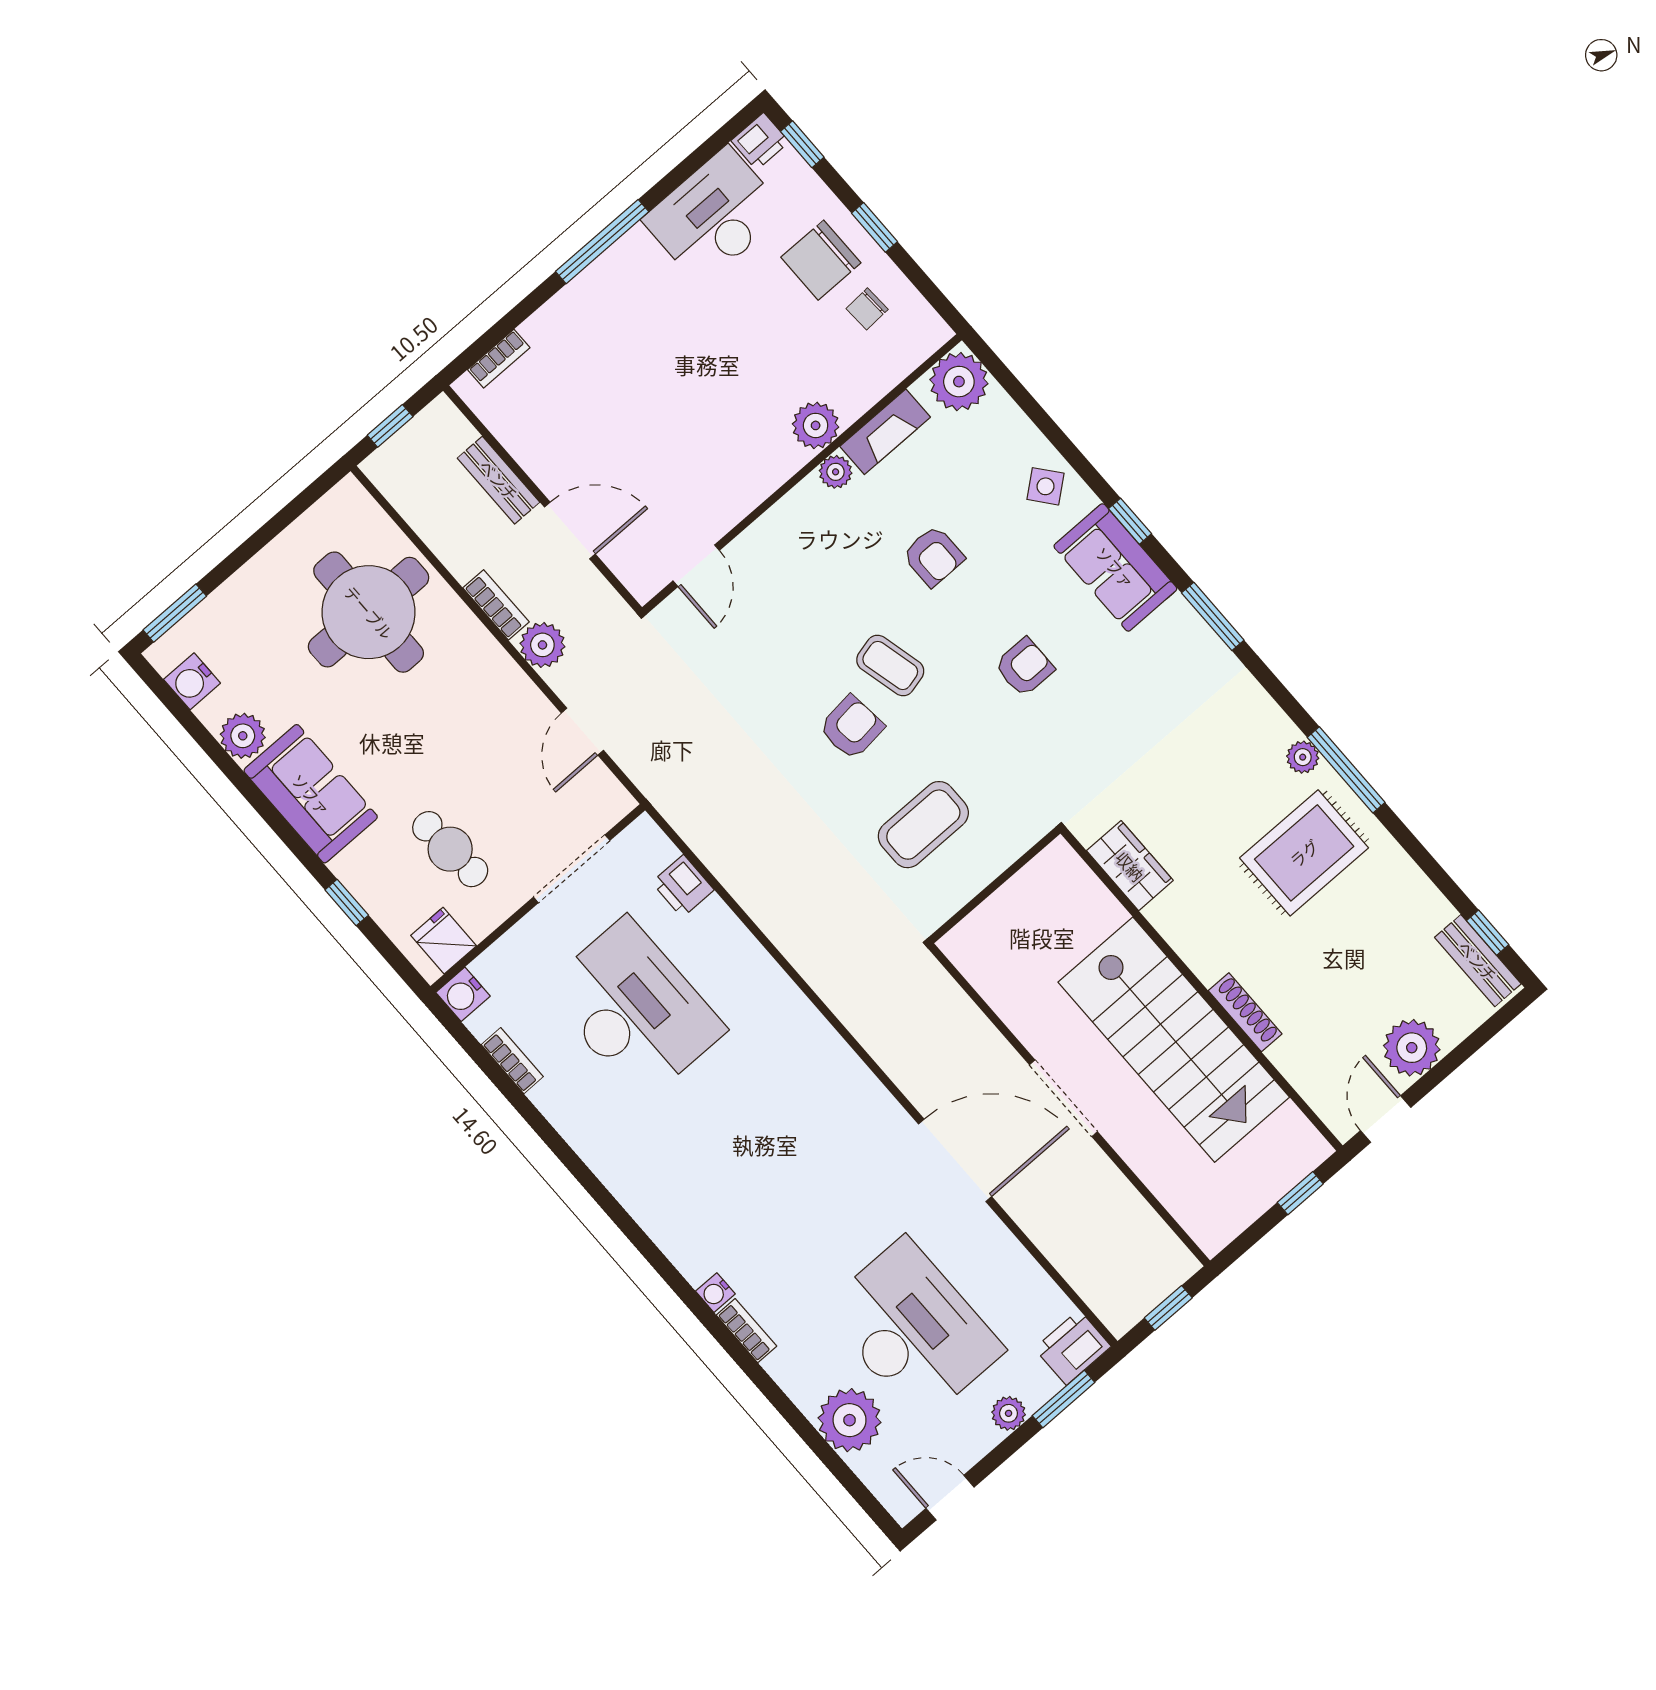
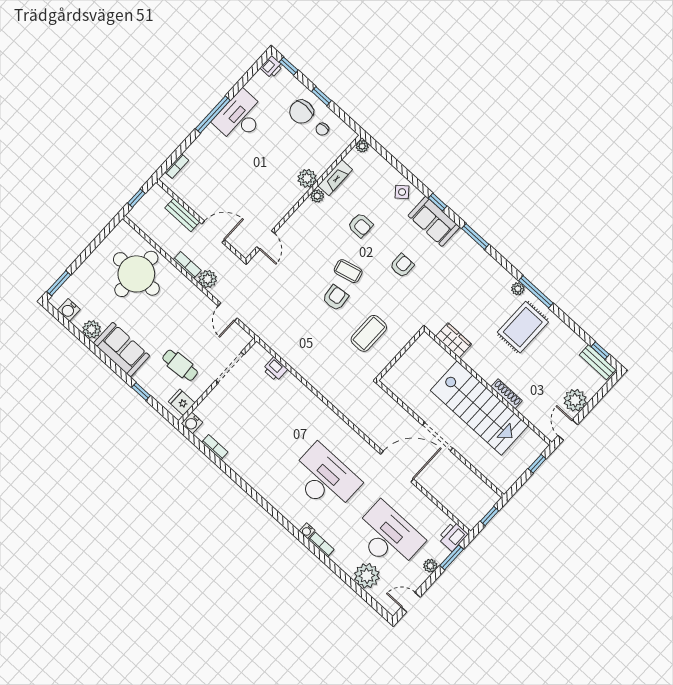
desk: (714, 216) -> (240, 117), moved
plant: (959, 382) -> (362, 146), width x0.53, depth x0.53
desk: (634, 1009) -> (325, 479), moved

